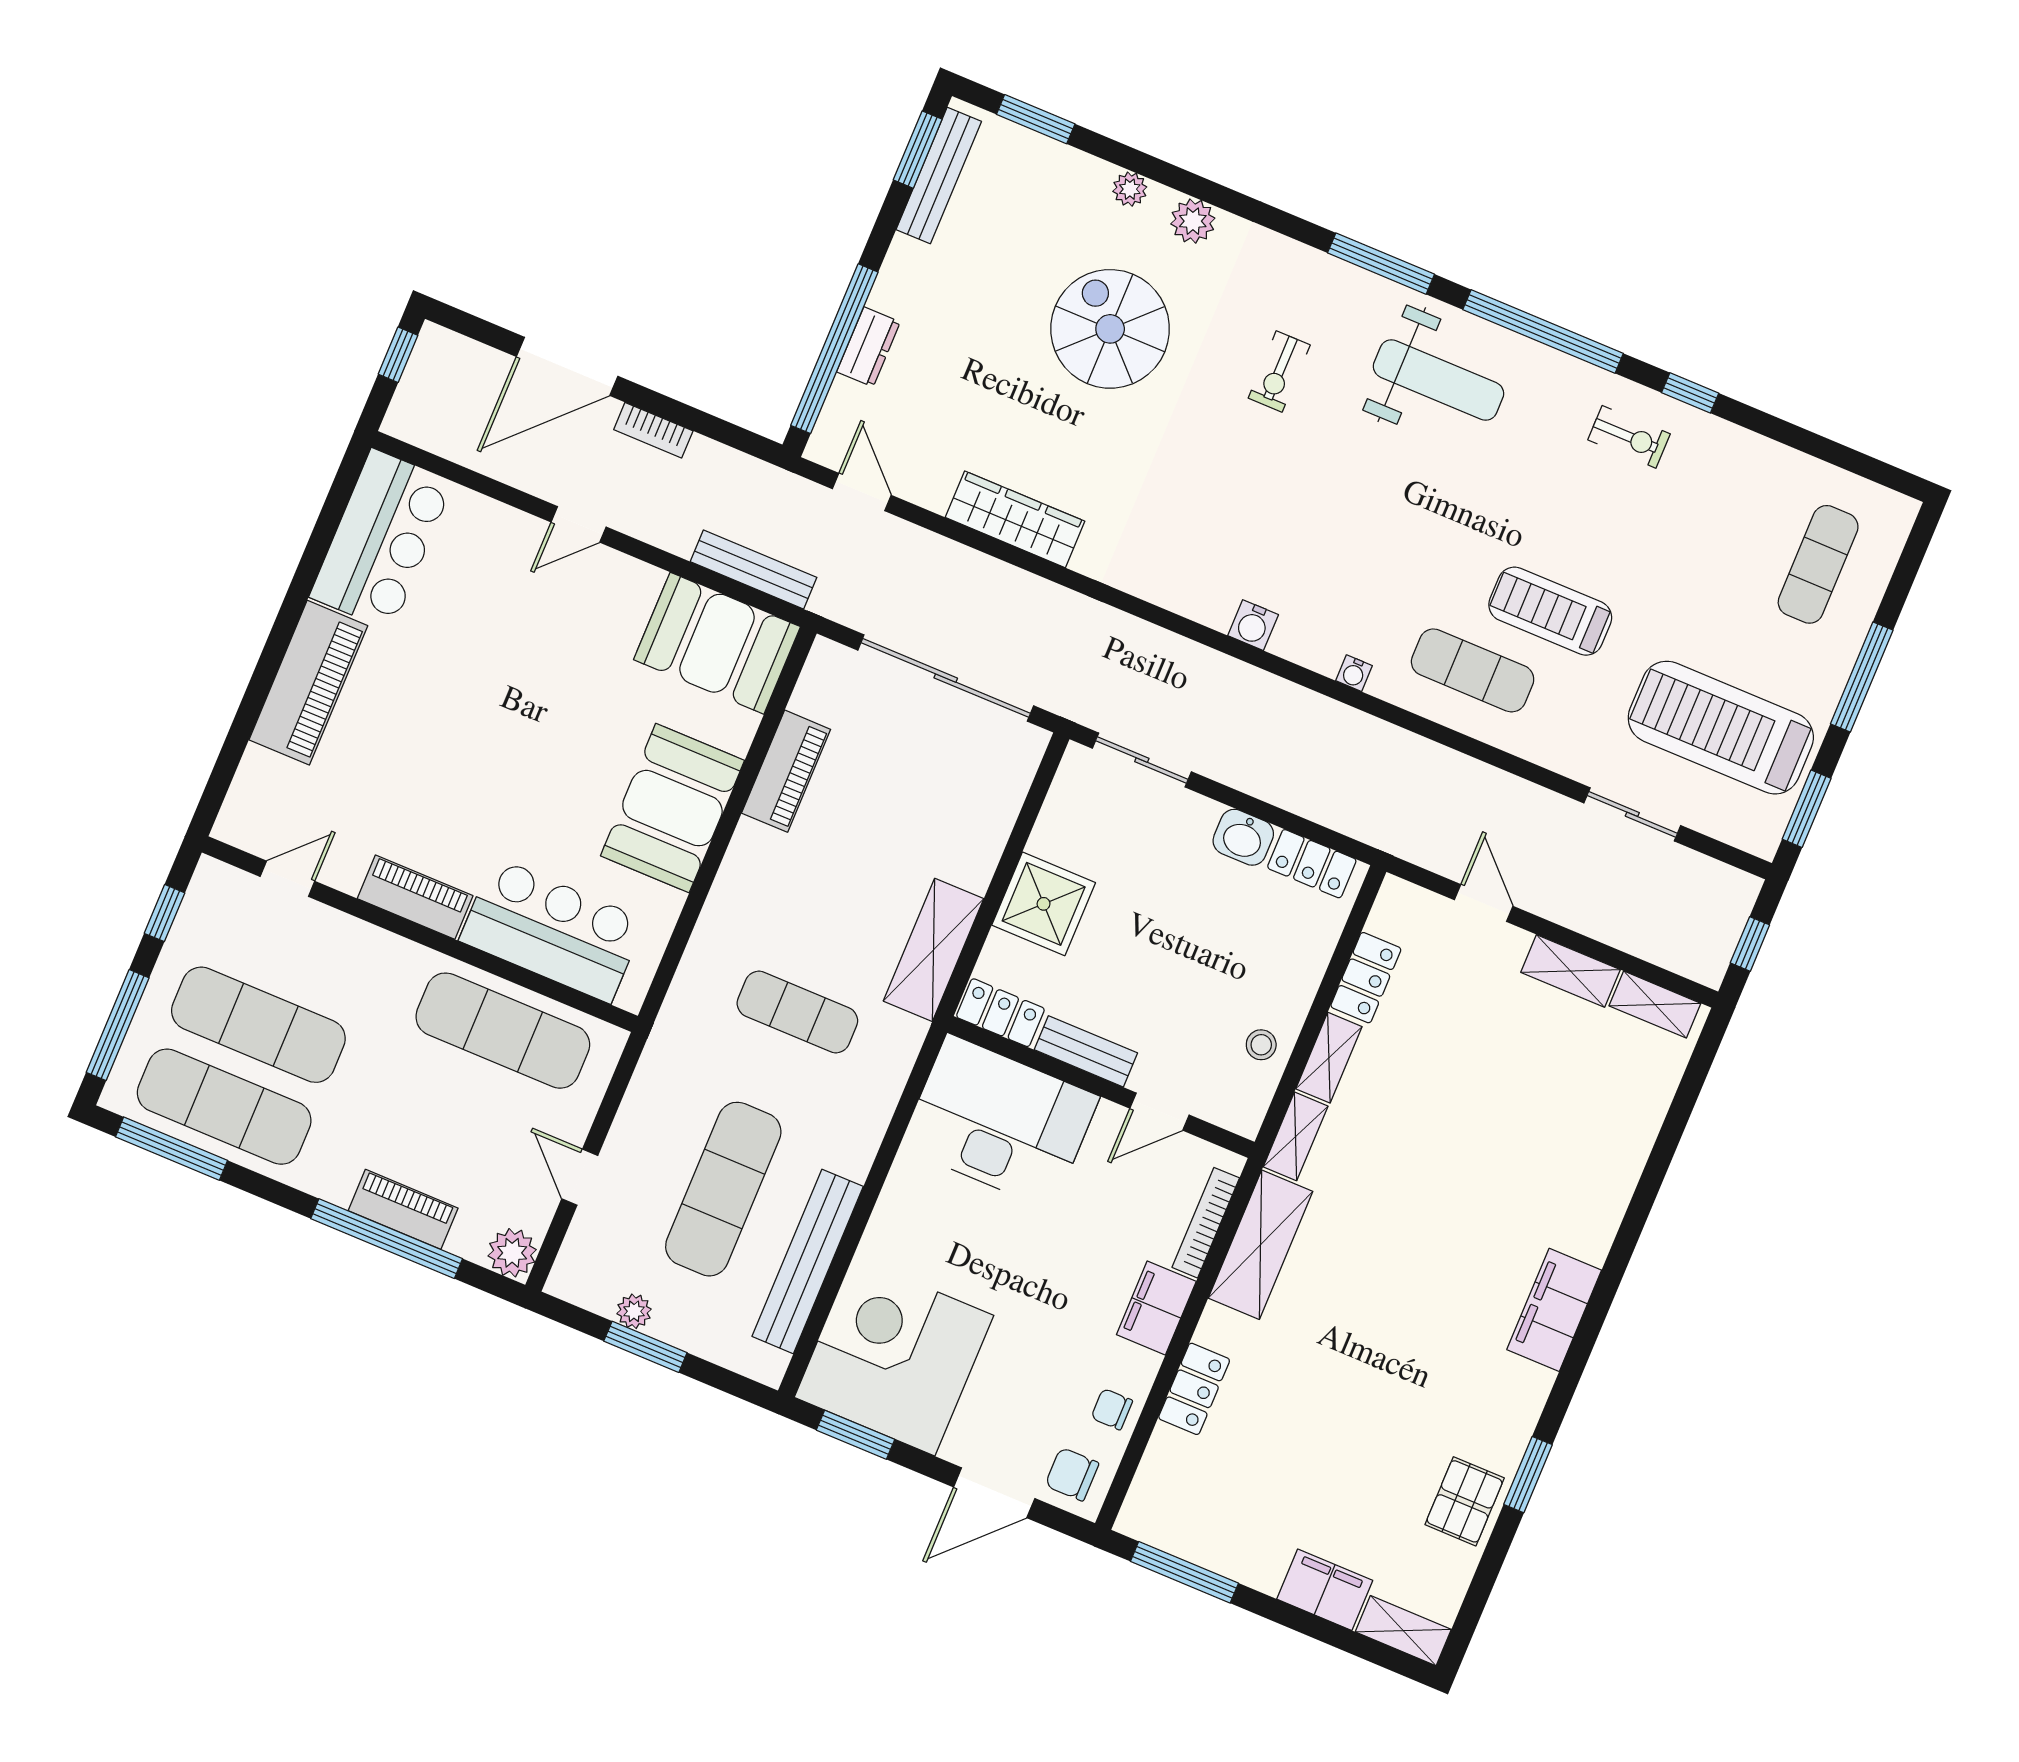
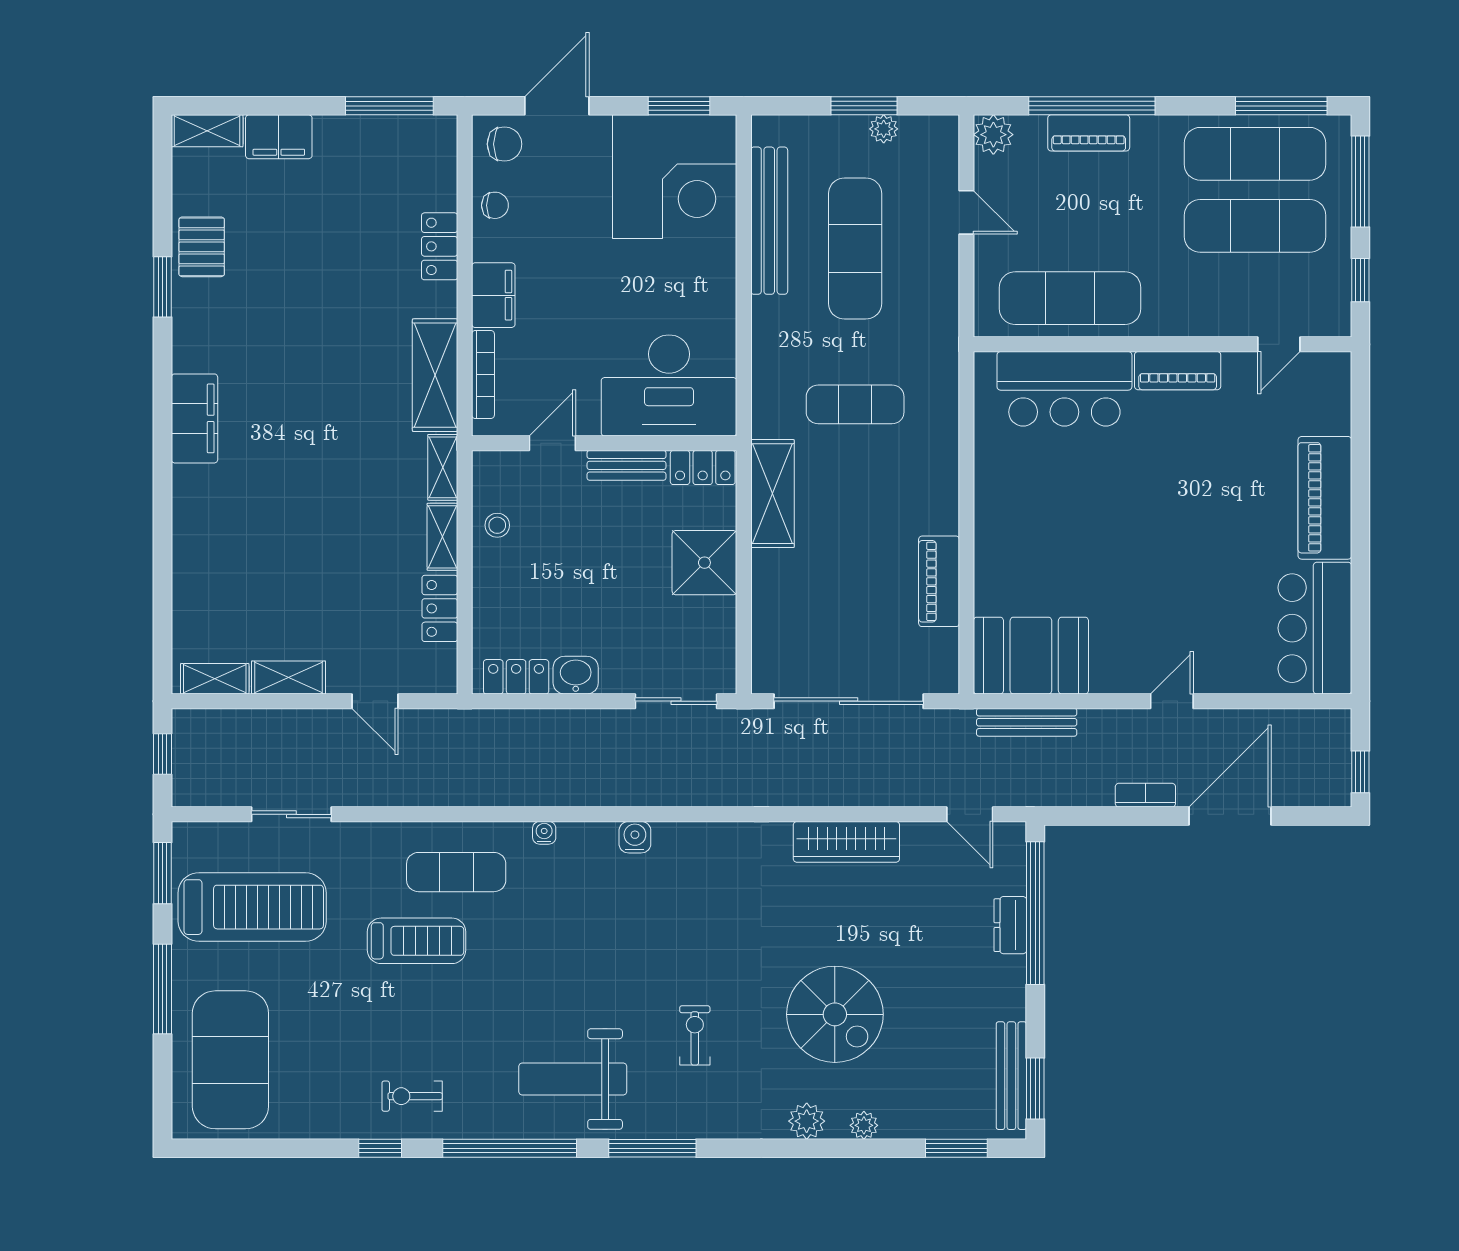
exercise mat: (1818, 564) -> (230, 1060), width x2.00, depth x1.45
booth: (672, 808) -> (1013, 518), removed

